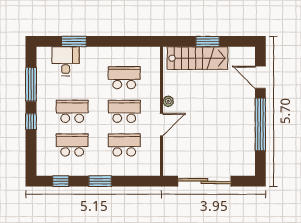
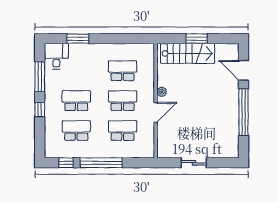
desk: (66, 61) -> (56, 56), moved
window: (100, 181) -> (101, 163), width x2.11
sliding door: (204, 181) -> (194, 163), width x0.54

